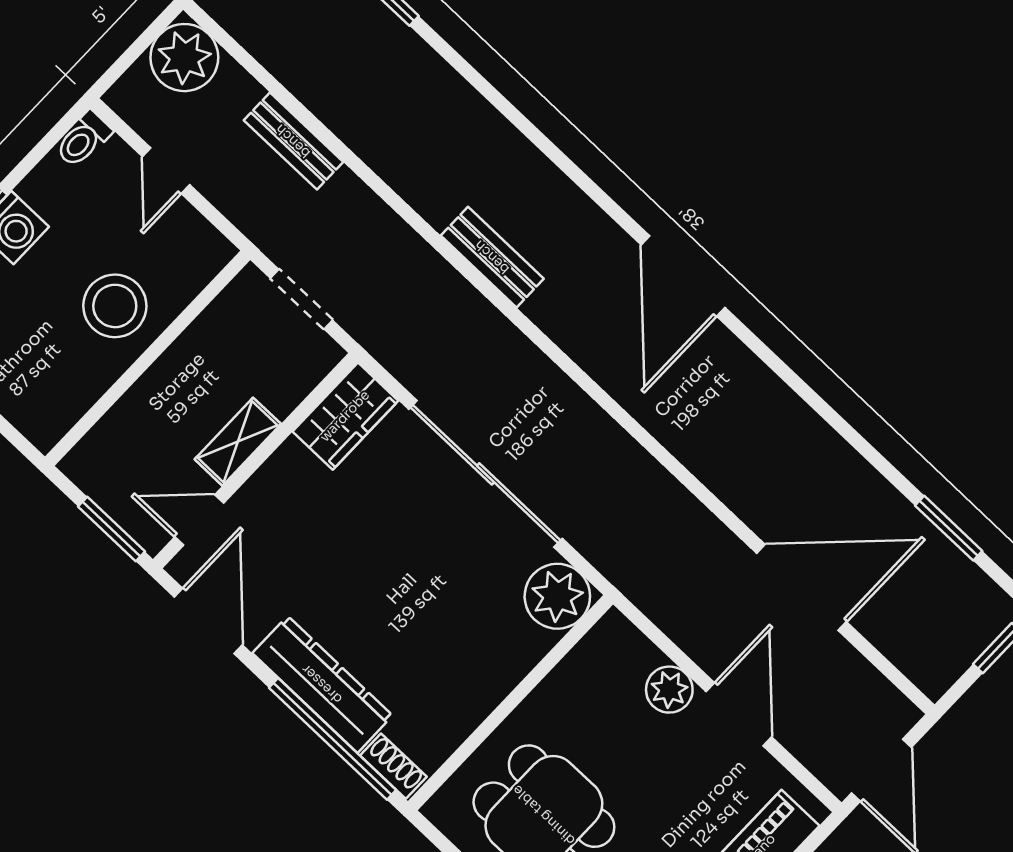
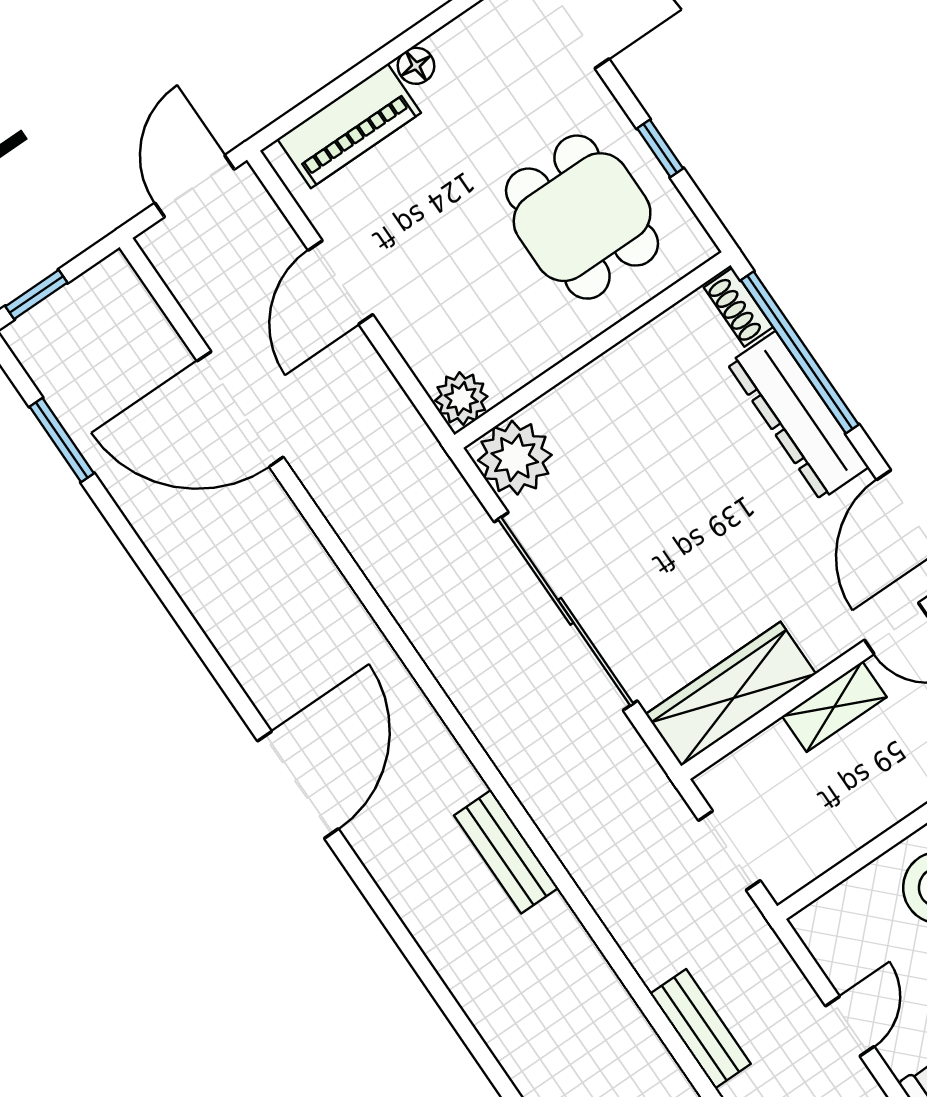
wardrobe: (345, 416) -> (731, 694), width x1.50
plant: (669, 690) -> (461, 398), moved

